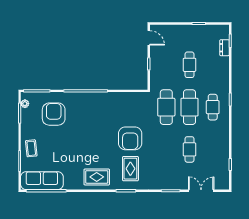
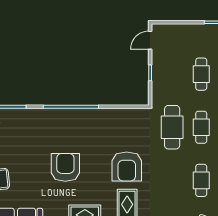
door: (149, 38) -> (150, 40), swing flipped
cafe table: (189, 107) -> (201, 127), width x0.73, depth x0.74
armchair: (54, 114) -> (65, 167), moved

